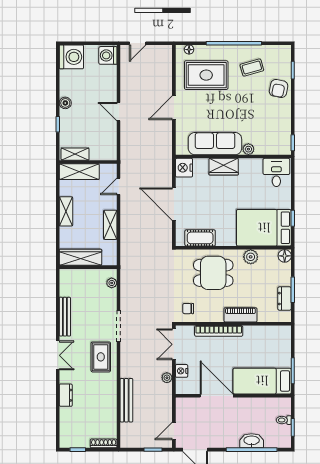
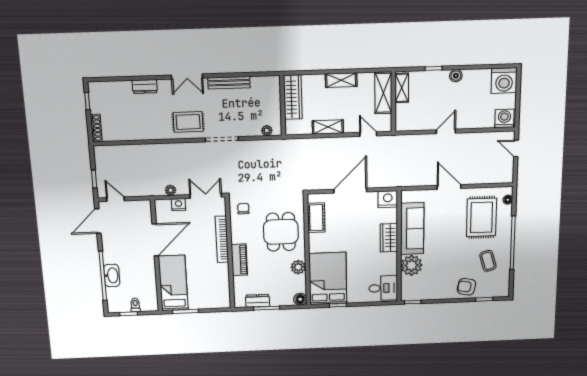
plant: (248, 149) -> (411, 265), width x1.88, depth x1.88
bench: (126, 400) -> (144, 150), removed

